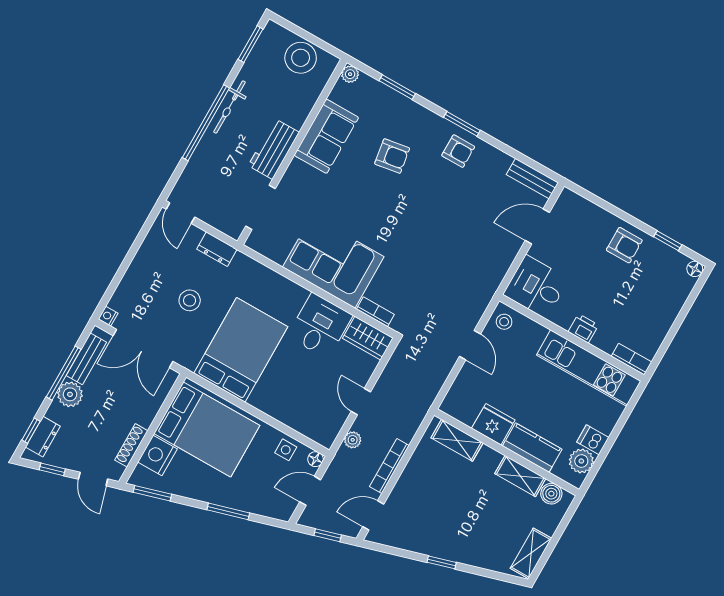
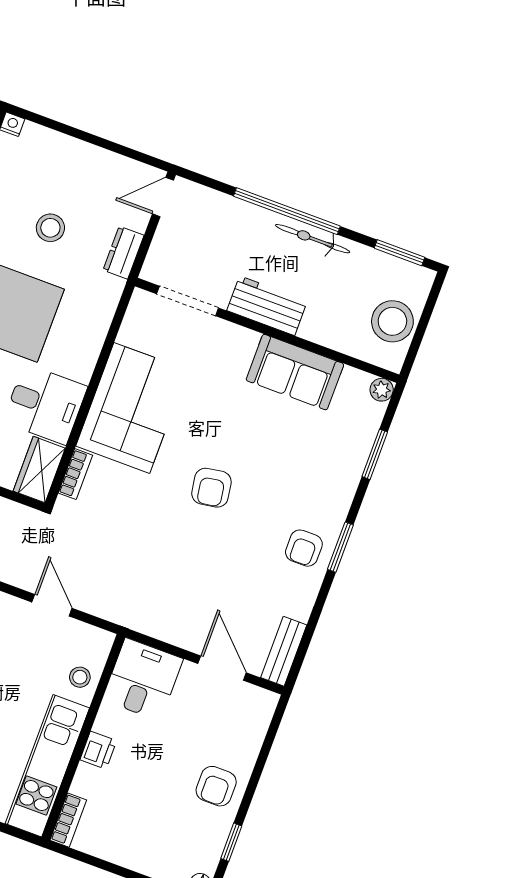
armchair: (392, 156) -> (211, 488), moved
stool: (504, 322) -> (80, 677), moved
door: (470, 345) -> (52, 605), swing flipped

